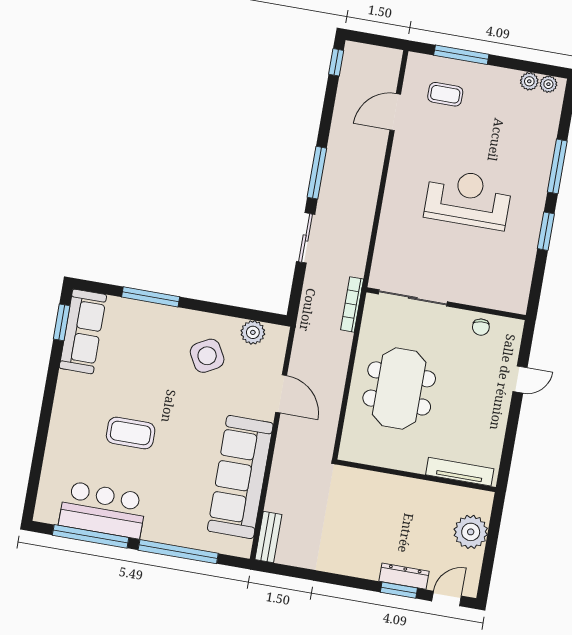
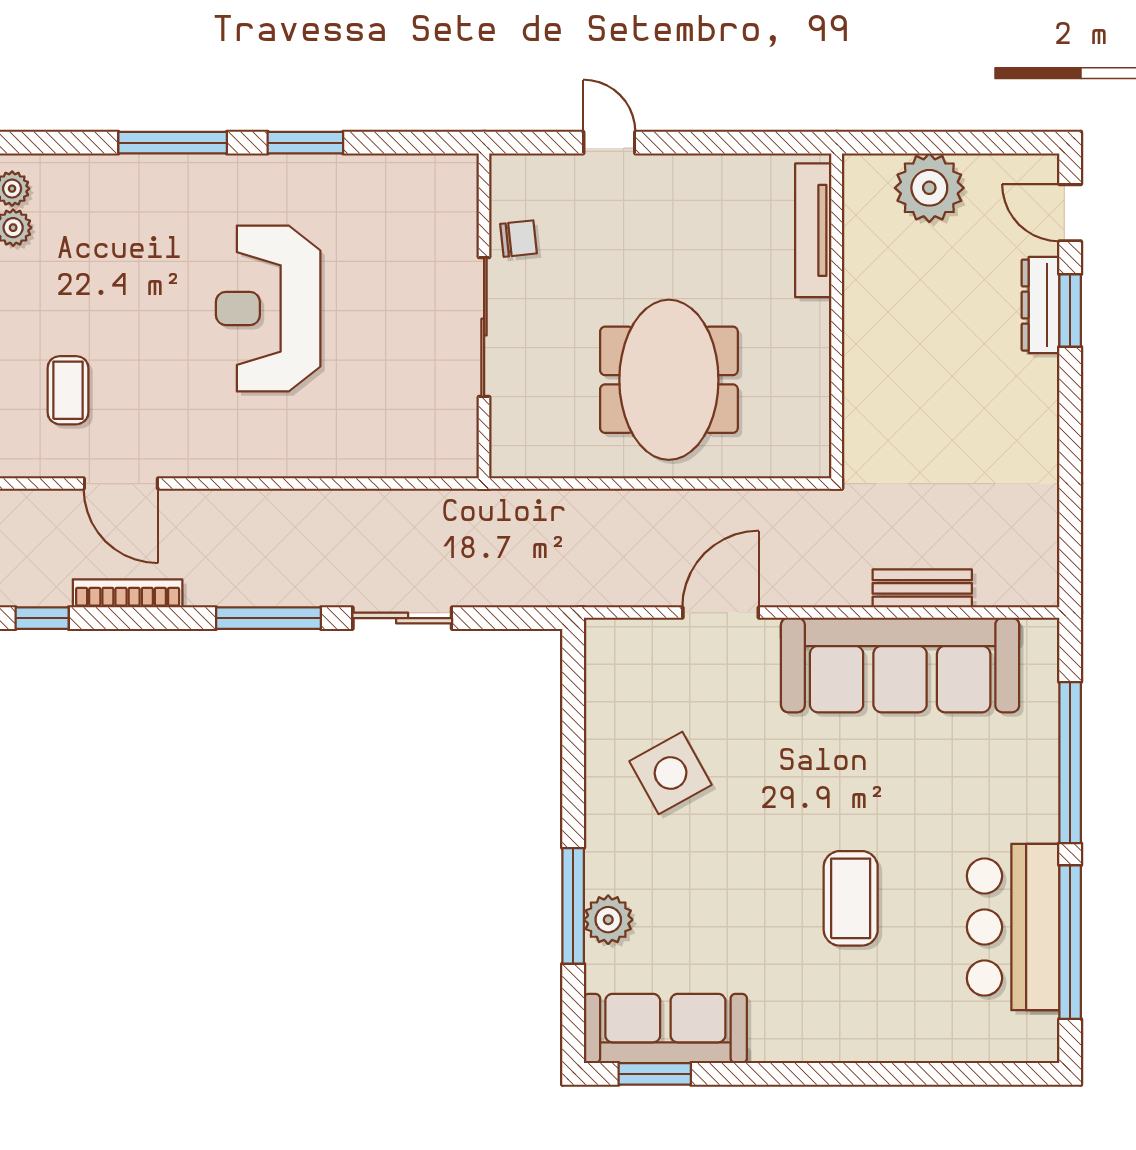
sliding door: (413, 298) -> (484, 327), moved
bookcase: (352, 304) -> (128, 593), moved, turned 180
plant: (253, 332) -> (608, 920), moved
meeting table: (399, 388) -> (669, 380), turned 90
bench: (268, 537) -> (922, 588), moved

